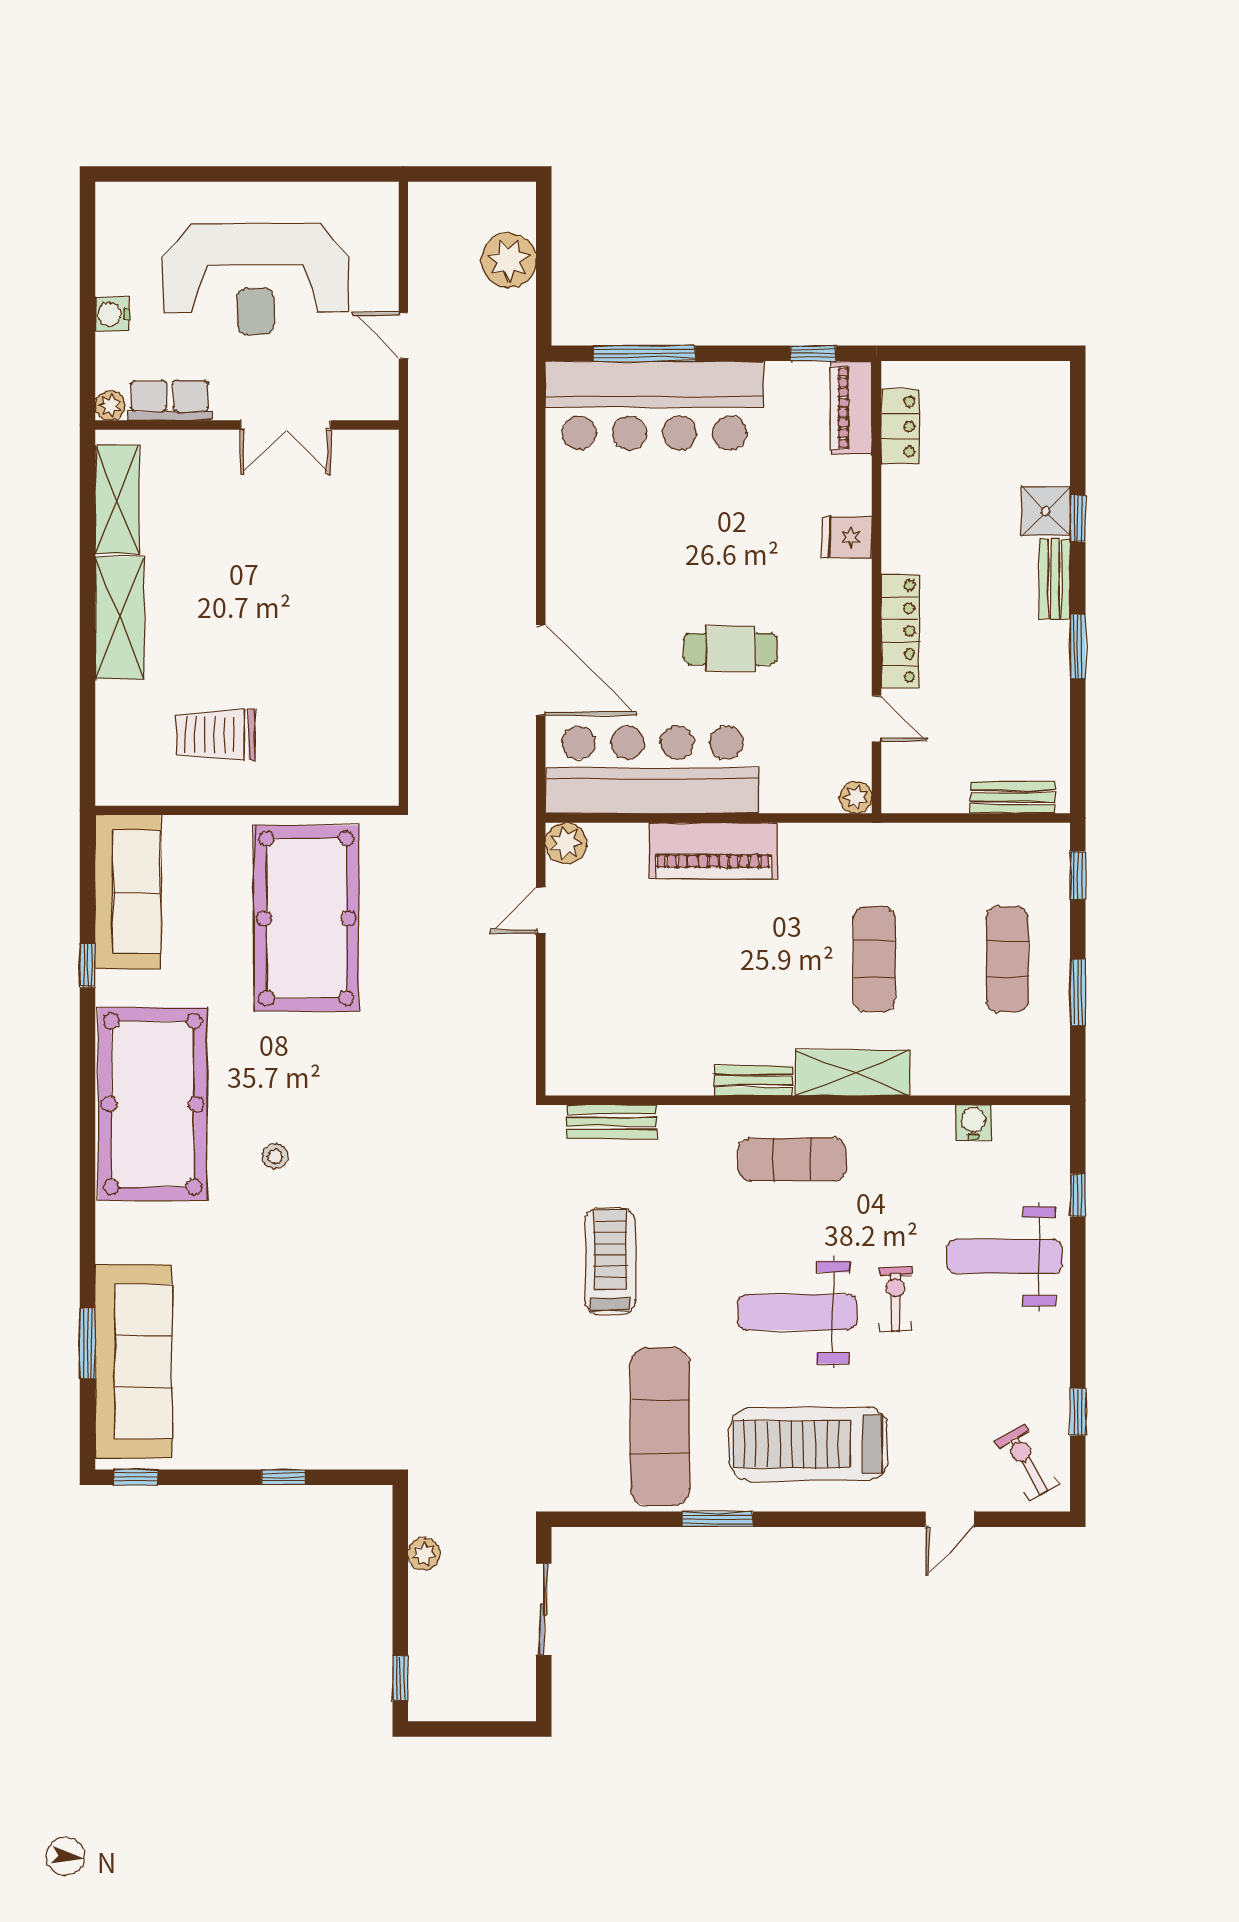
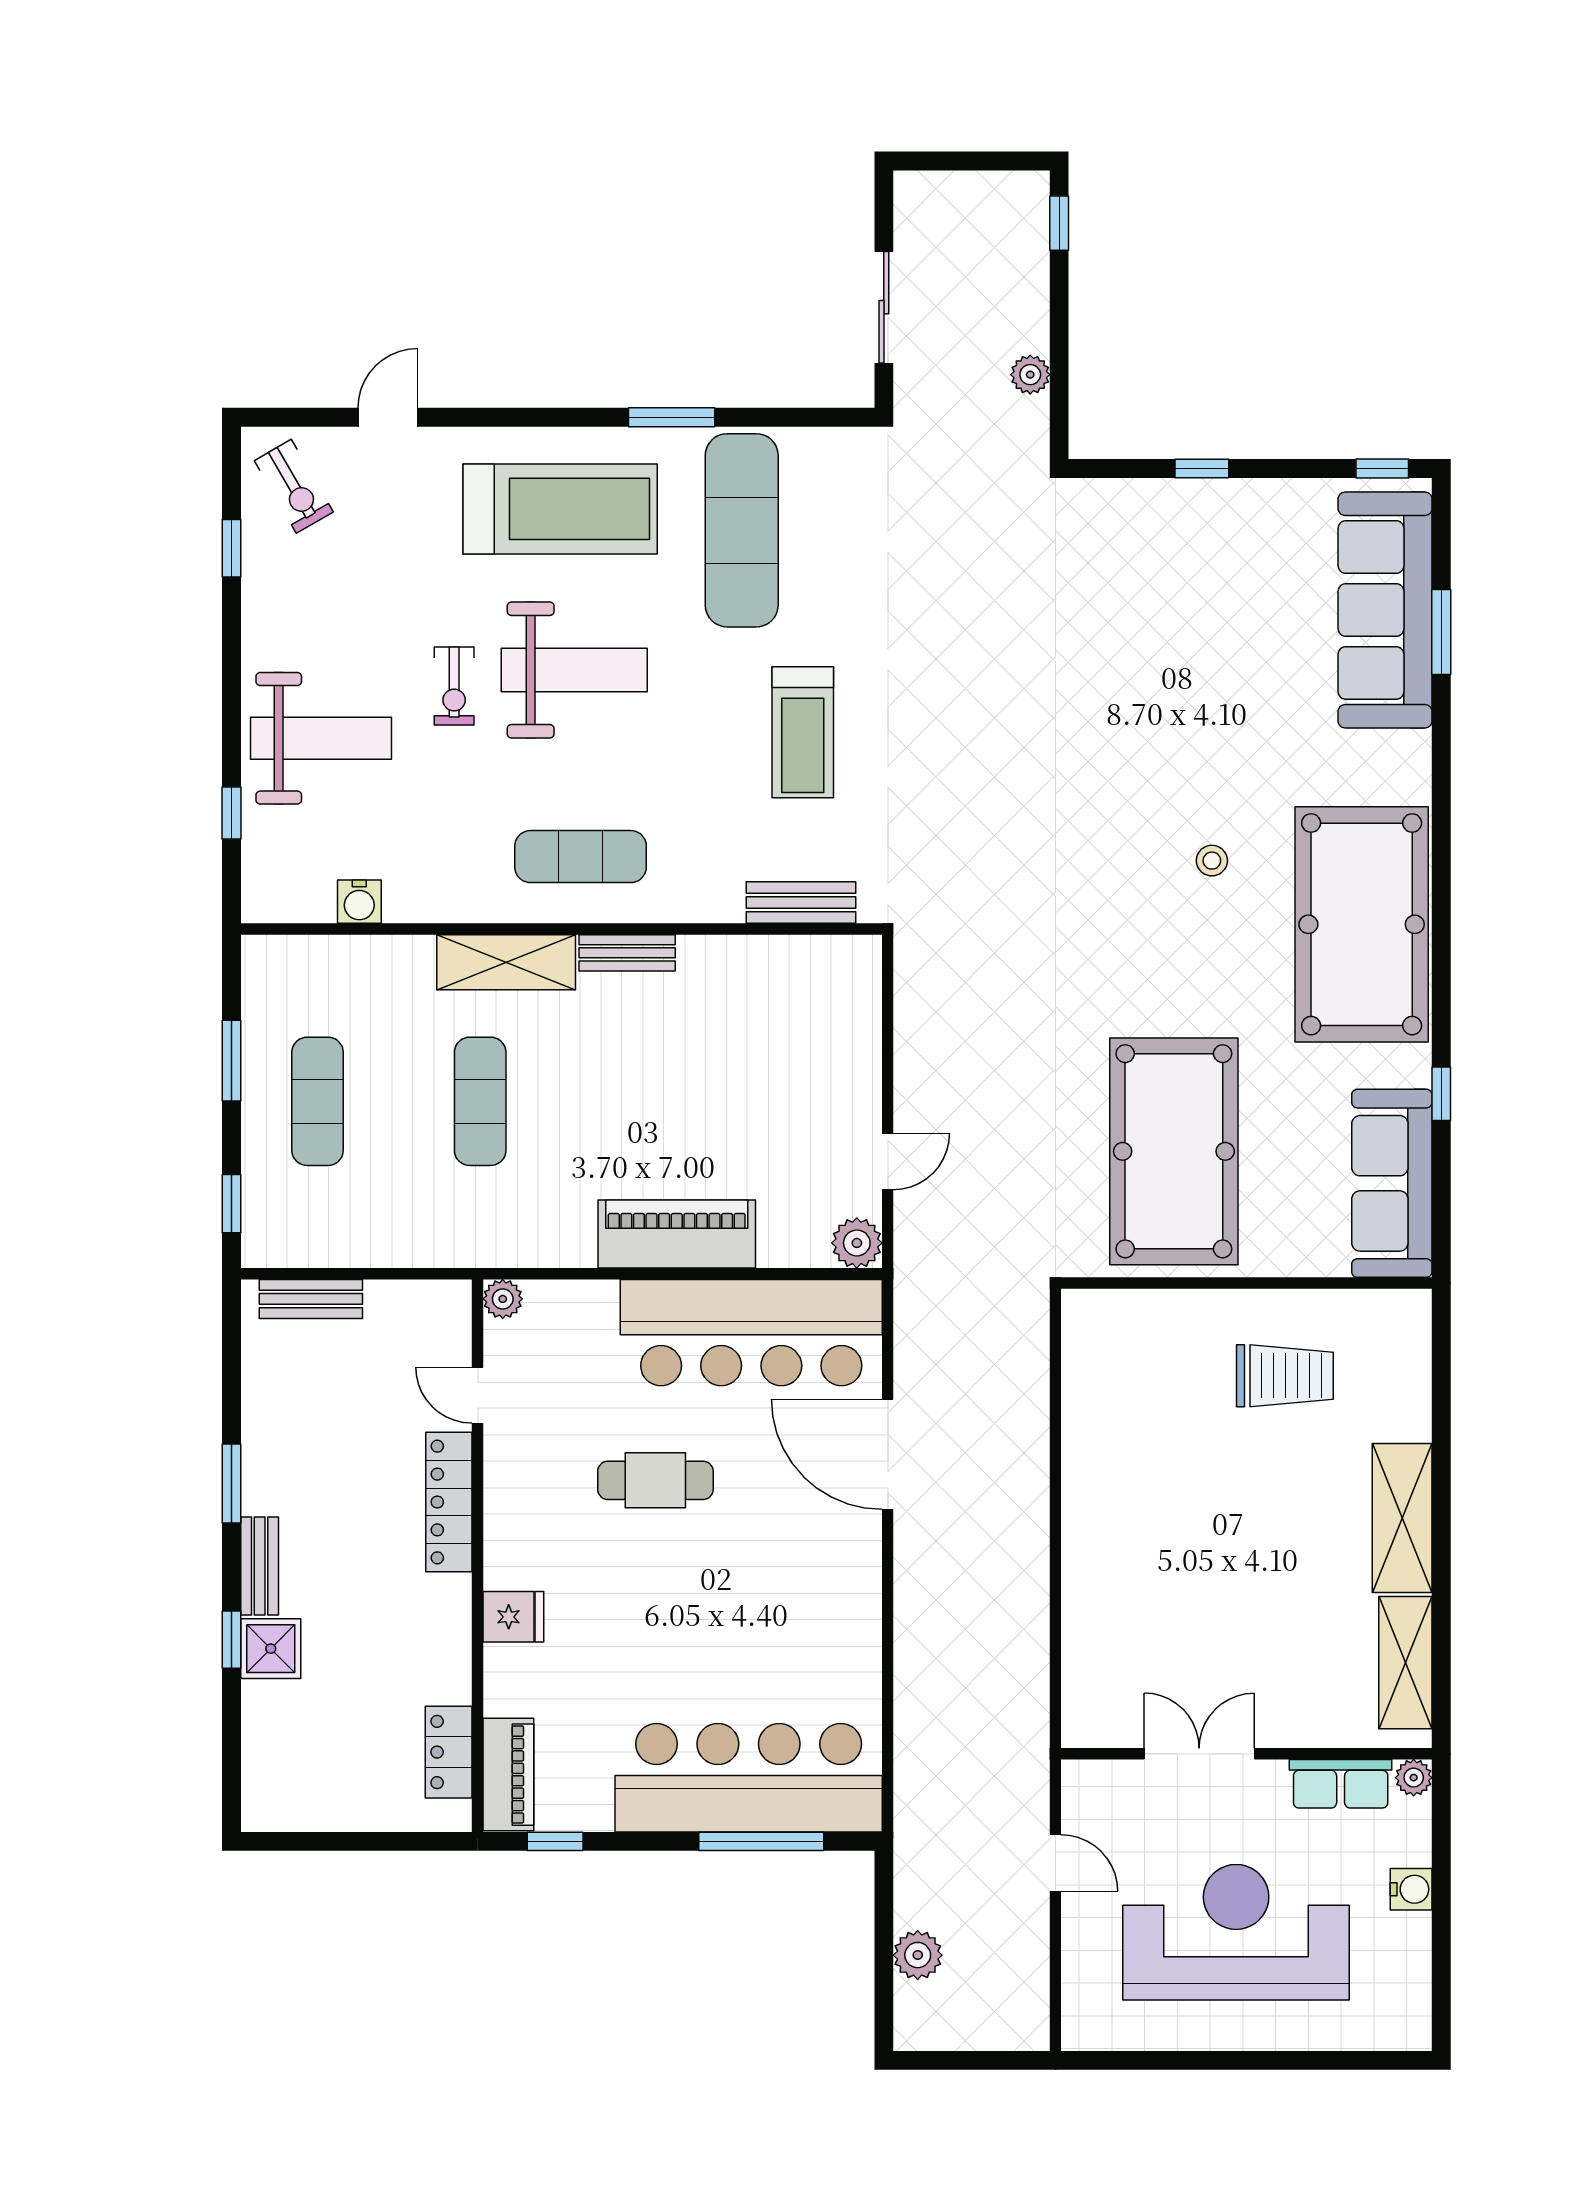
plant: (509, 260) -> (918, 1955), width x0.73, depth x0.73

